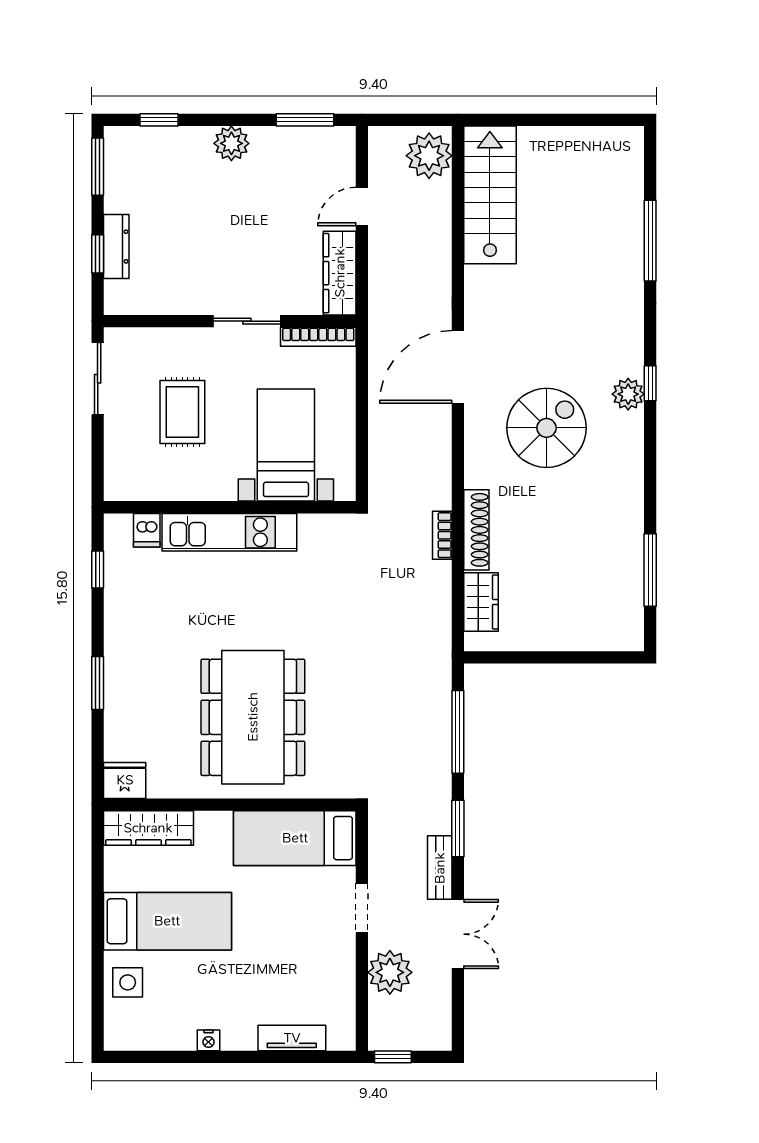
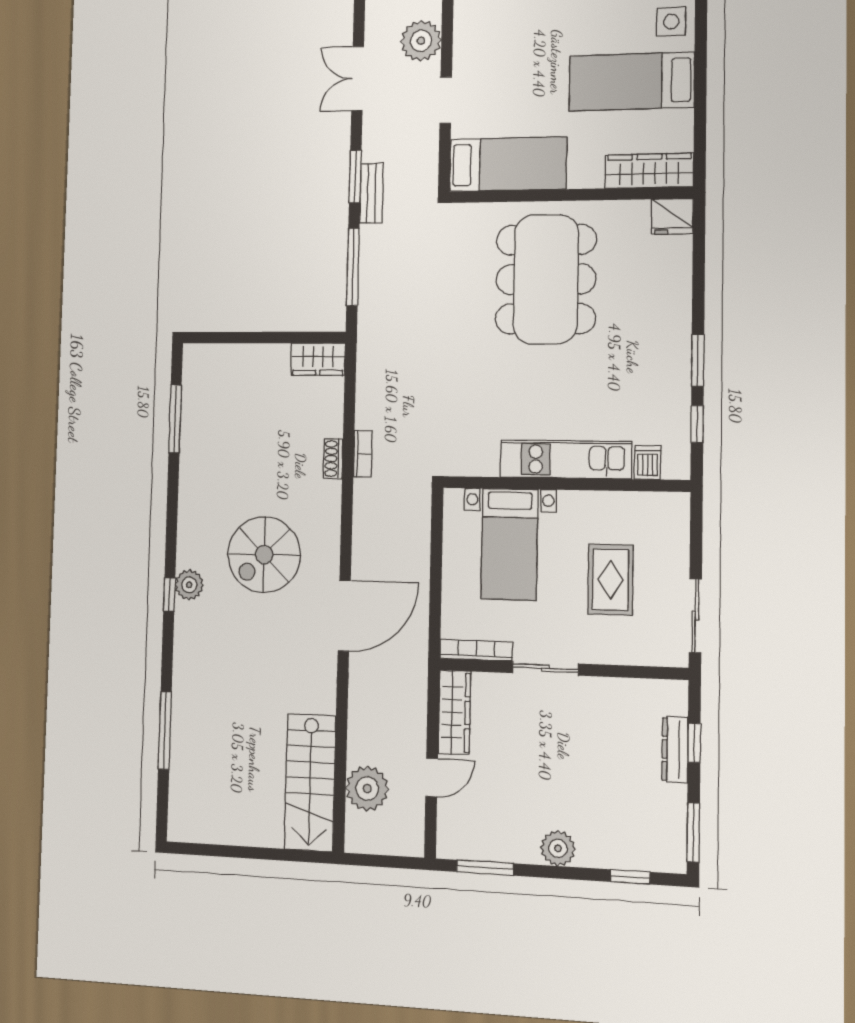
plant: (429, 156) -> (367, 788), moved
shoe rack: (476, 530) -> (333, 459), width x0.51, depth x0.81
wardrobe: (481, 602) -> (318, 359), moved, turned -90
window: (98, 683) -> (698, 360), moved
bench: (440, 868) -> (371, 193), moved

